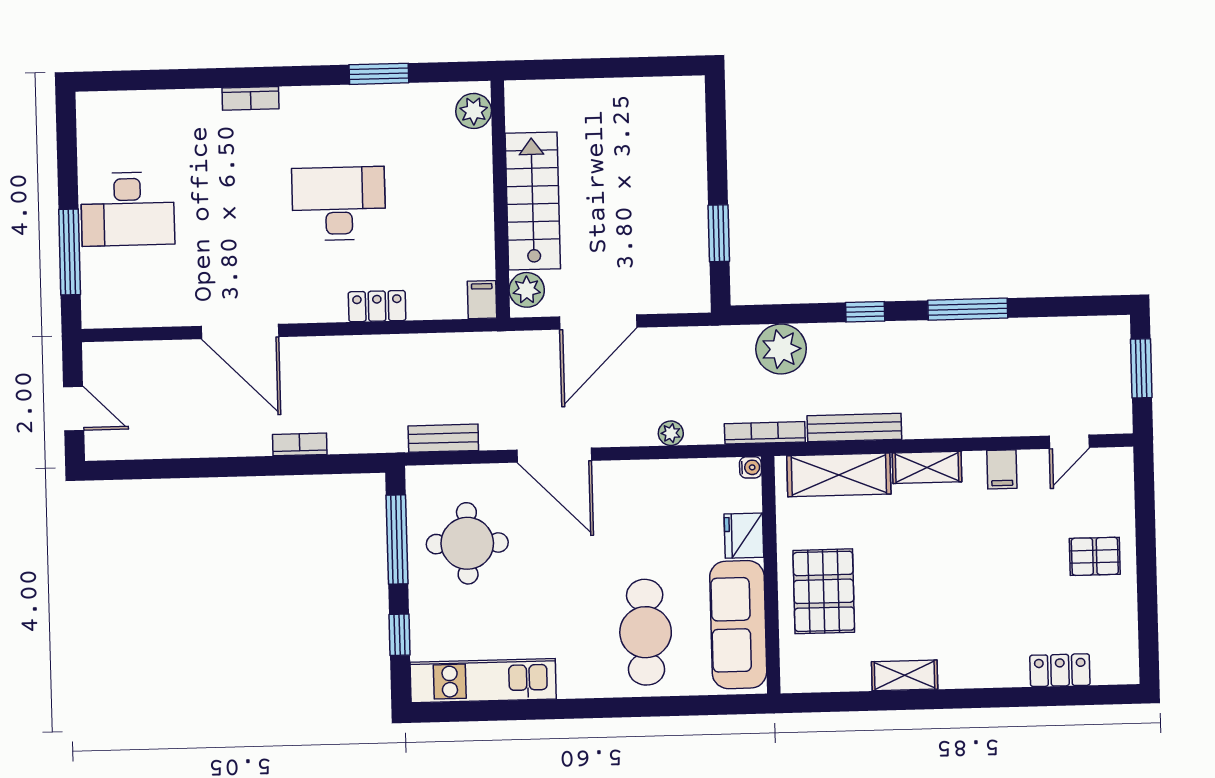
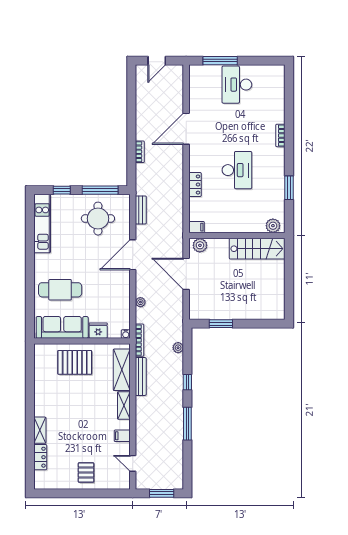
stairs: (533, 201) -> (257, 249), moved
plant: (781, 349) -> (178, 348), width x0.53, depth x0.53
shelving: (905, 675) -> (40, 430), moved

